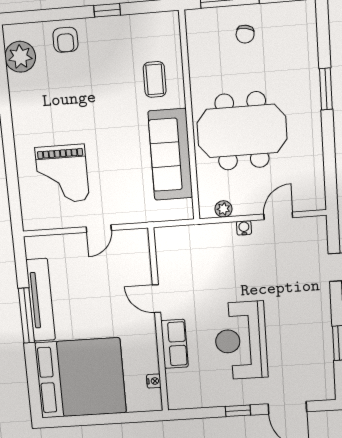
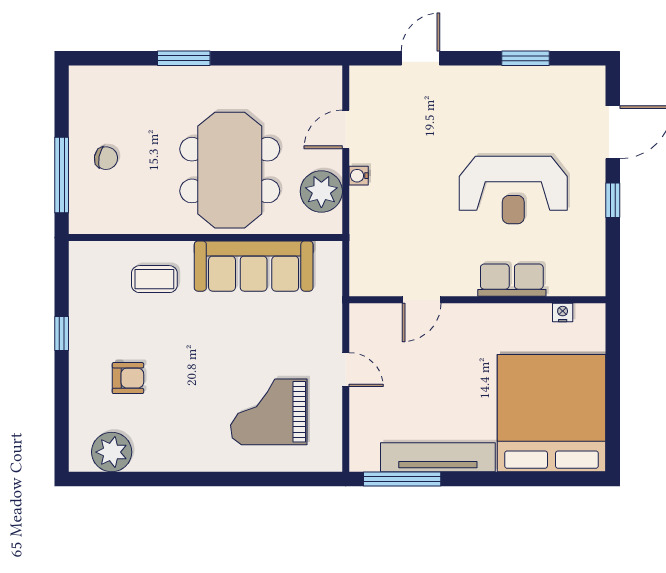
armchair: (65, 40) -> (128, 378), moved
grand piano: (62, 174) -> (269, 412), turned 180
plant: (223, 209) -> (321, 191), width x1.88, depth x1.88
door: (278, 216) -> (346, 129), hinge flipped
door: (156, 299) -> (422, 300), moved
window: (26, 316) -> (402, 479), moved

